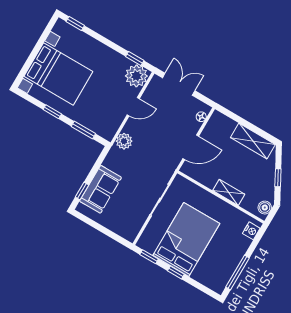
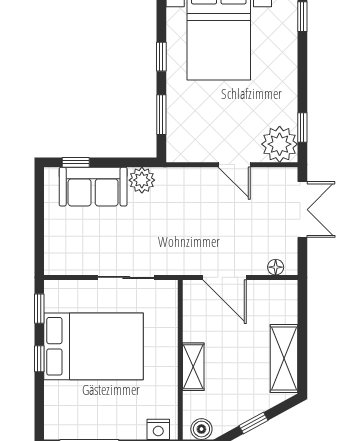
plant: (124, 141) -> (142, 180), moved

